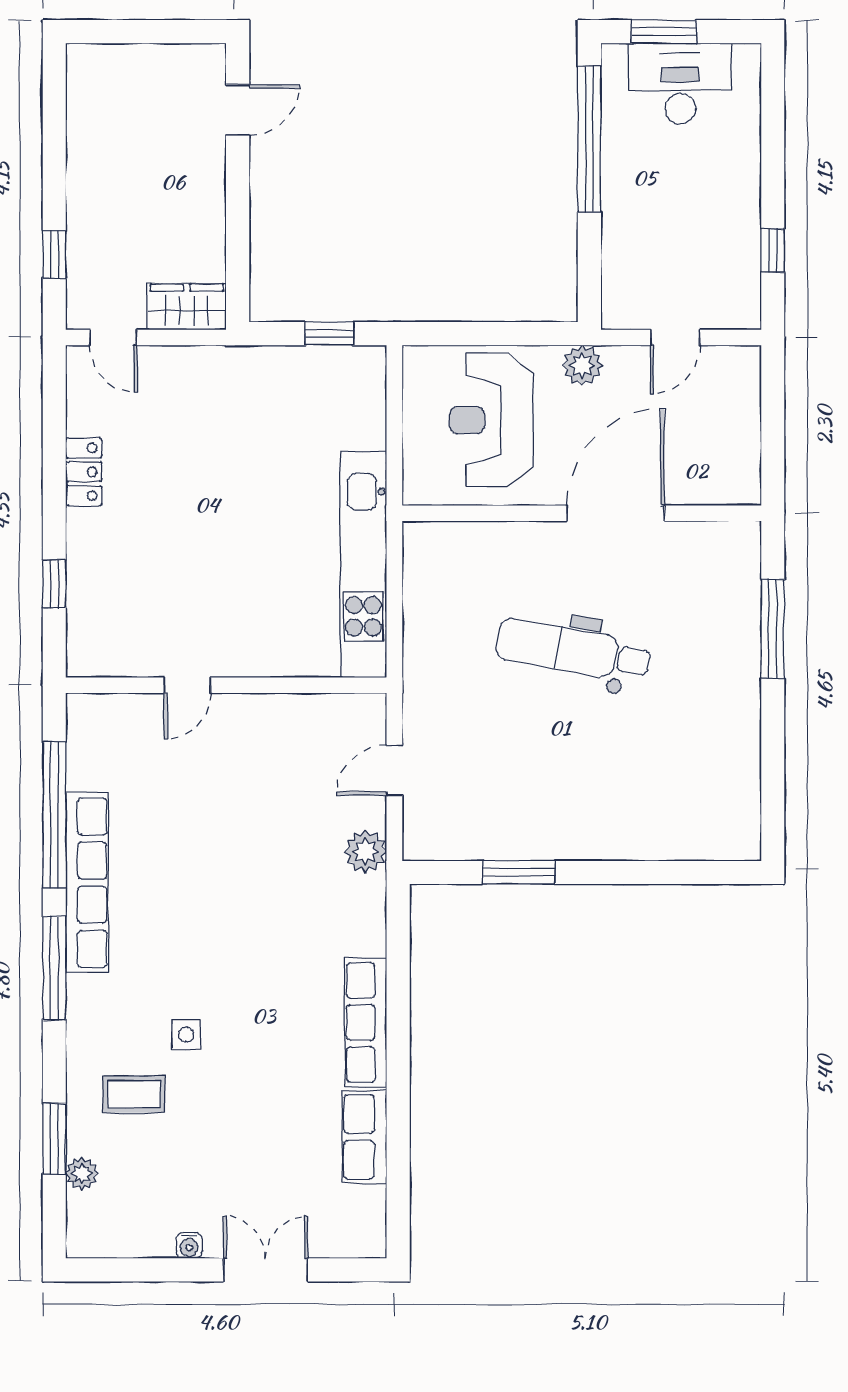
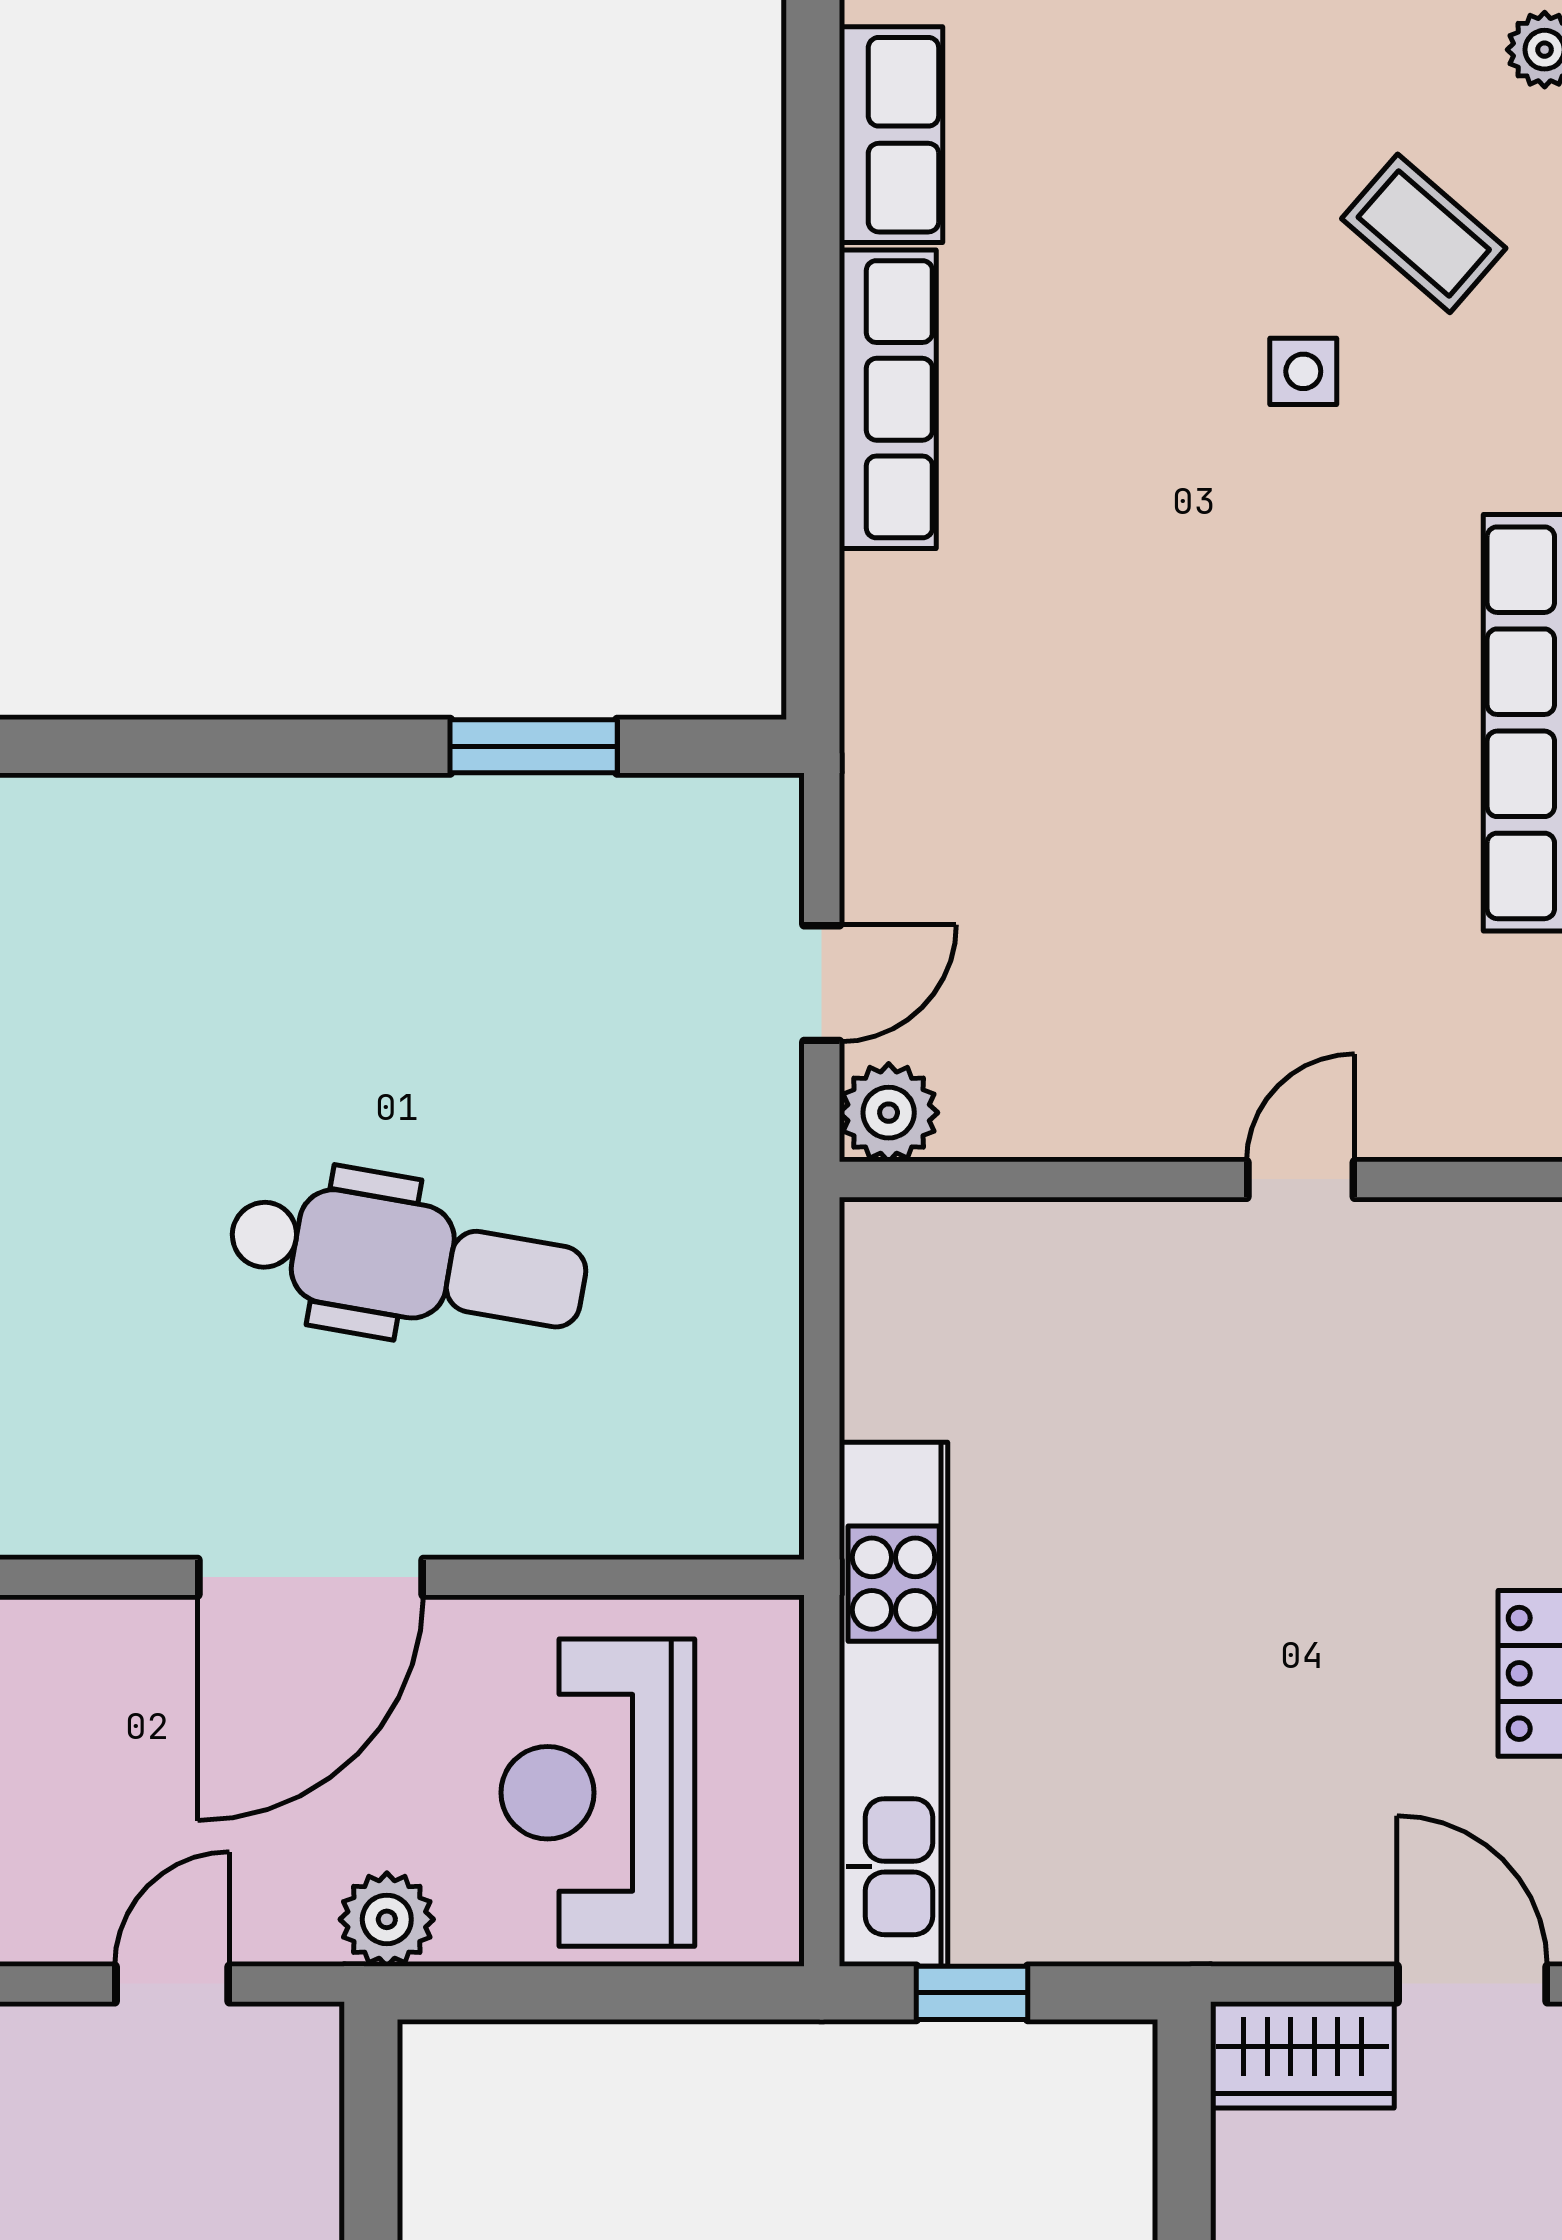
door: (113, 337) -> (1472, 1984), width x1.38
reception desk: (491, 420) -> (598, 1793), turned 180
kitchen unit: (363, 564) -> (894, 1704), moved
plant: (365, 851) -> (889, 1113), moved
coffee table: (134, 1094) -> (1424, 233), turned 41

